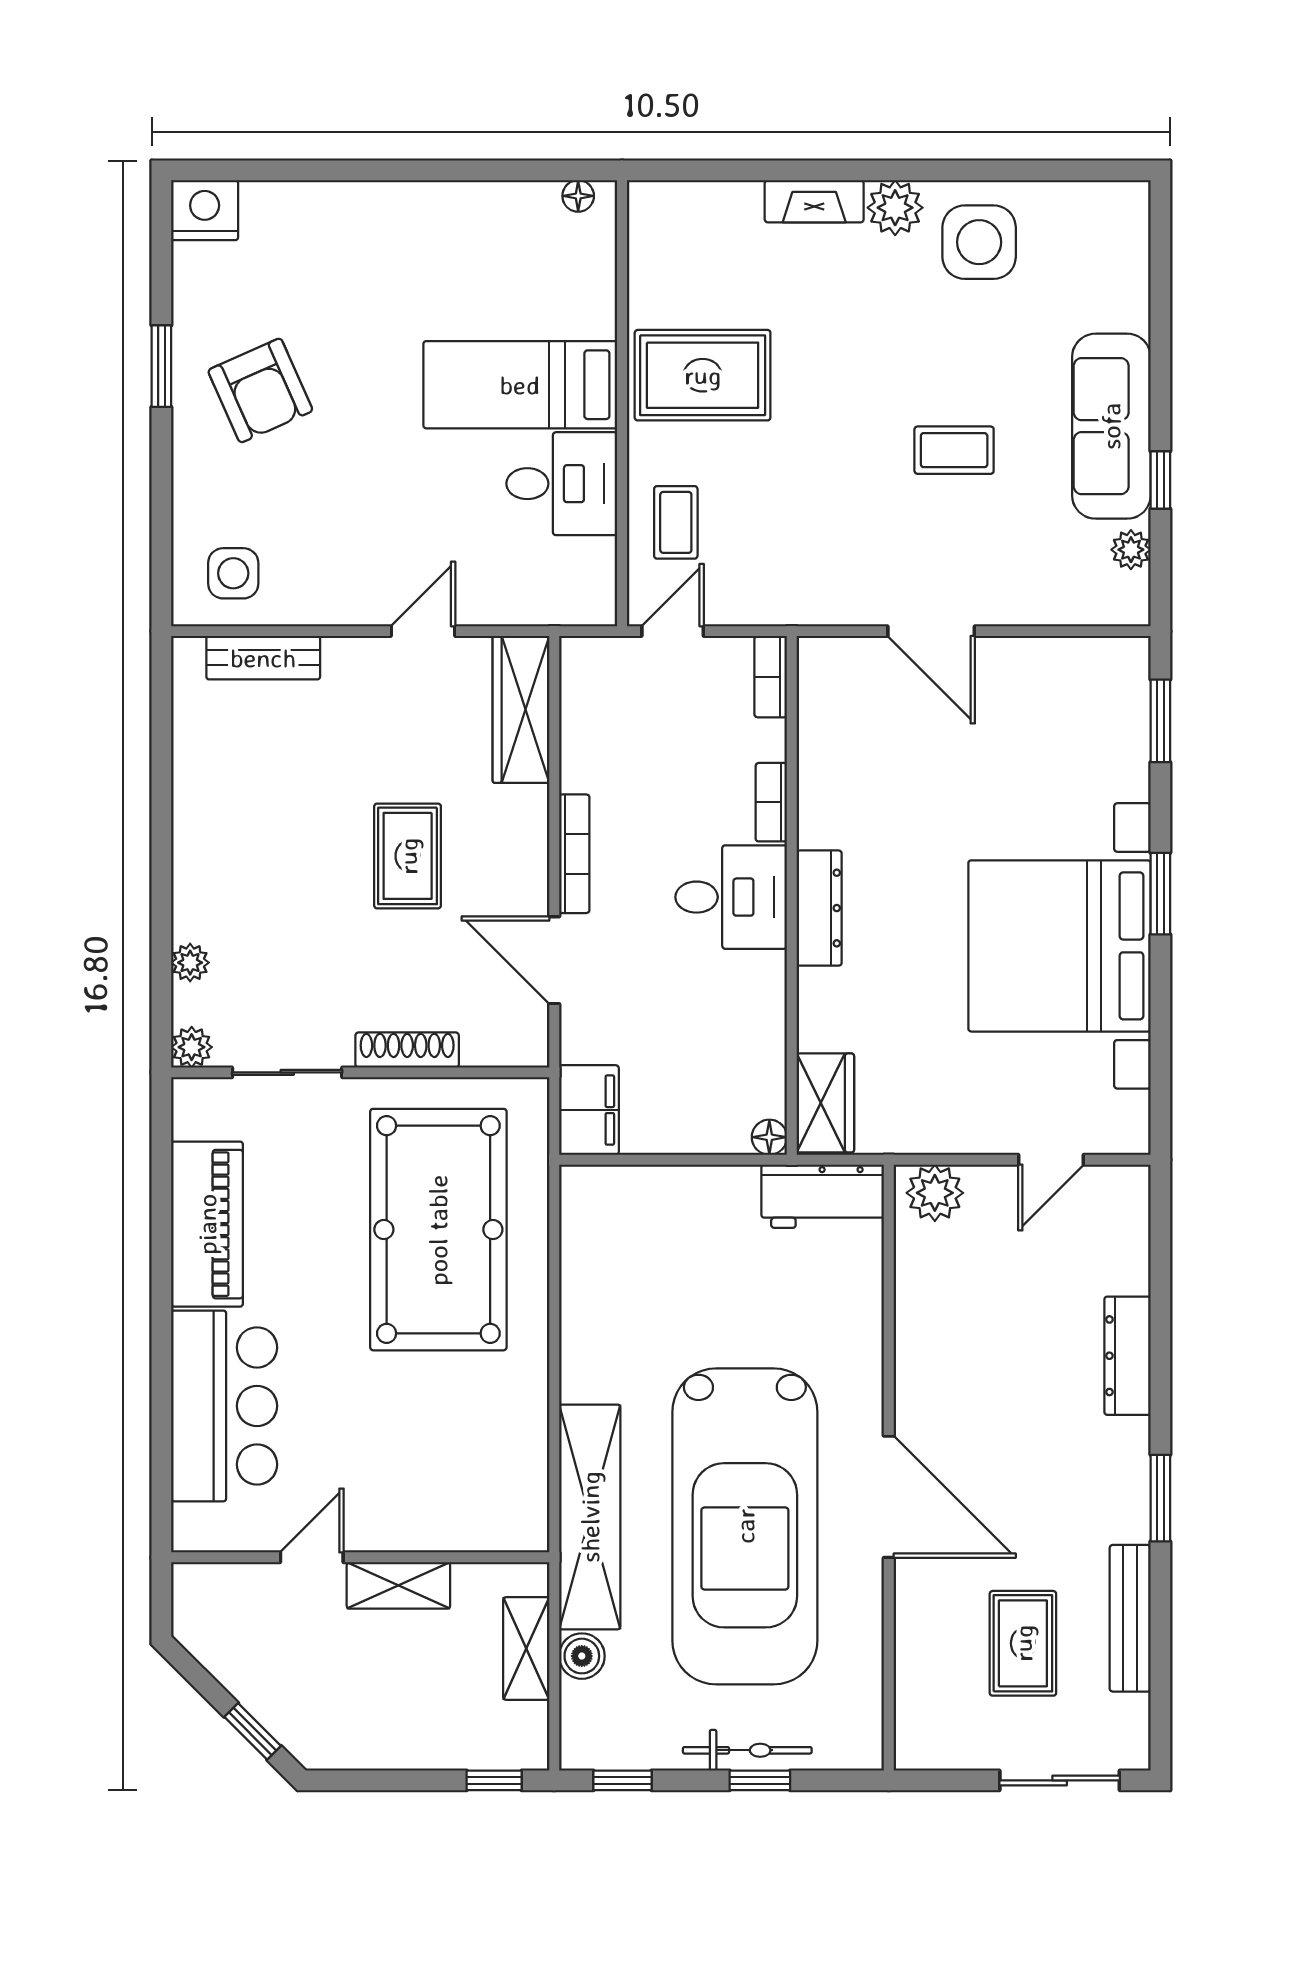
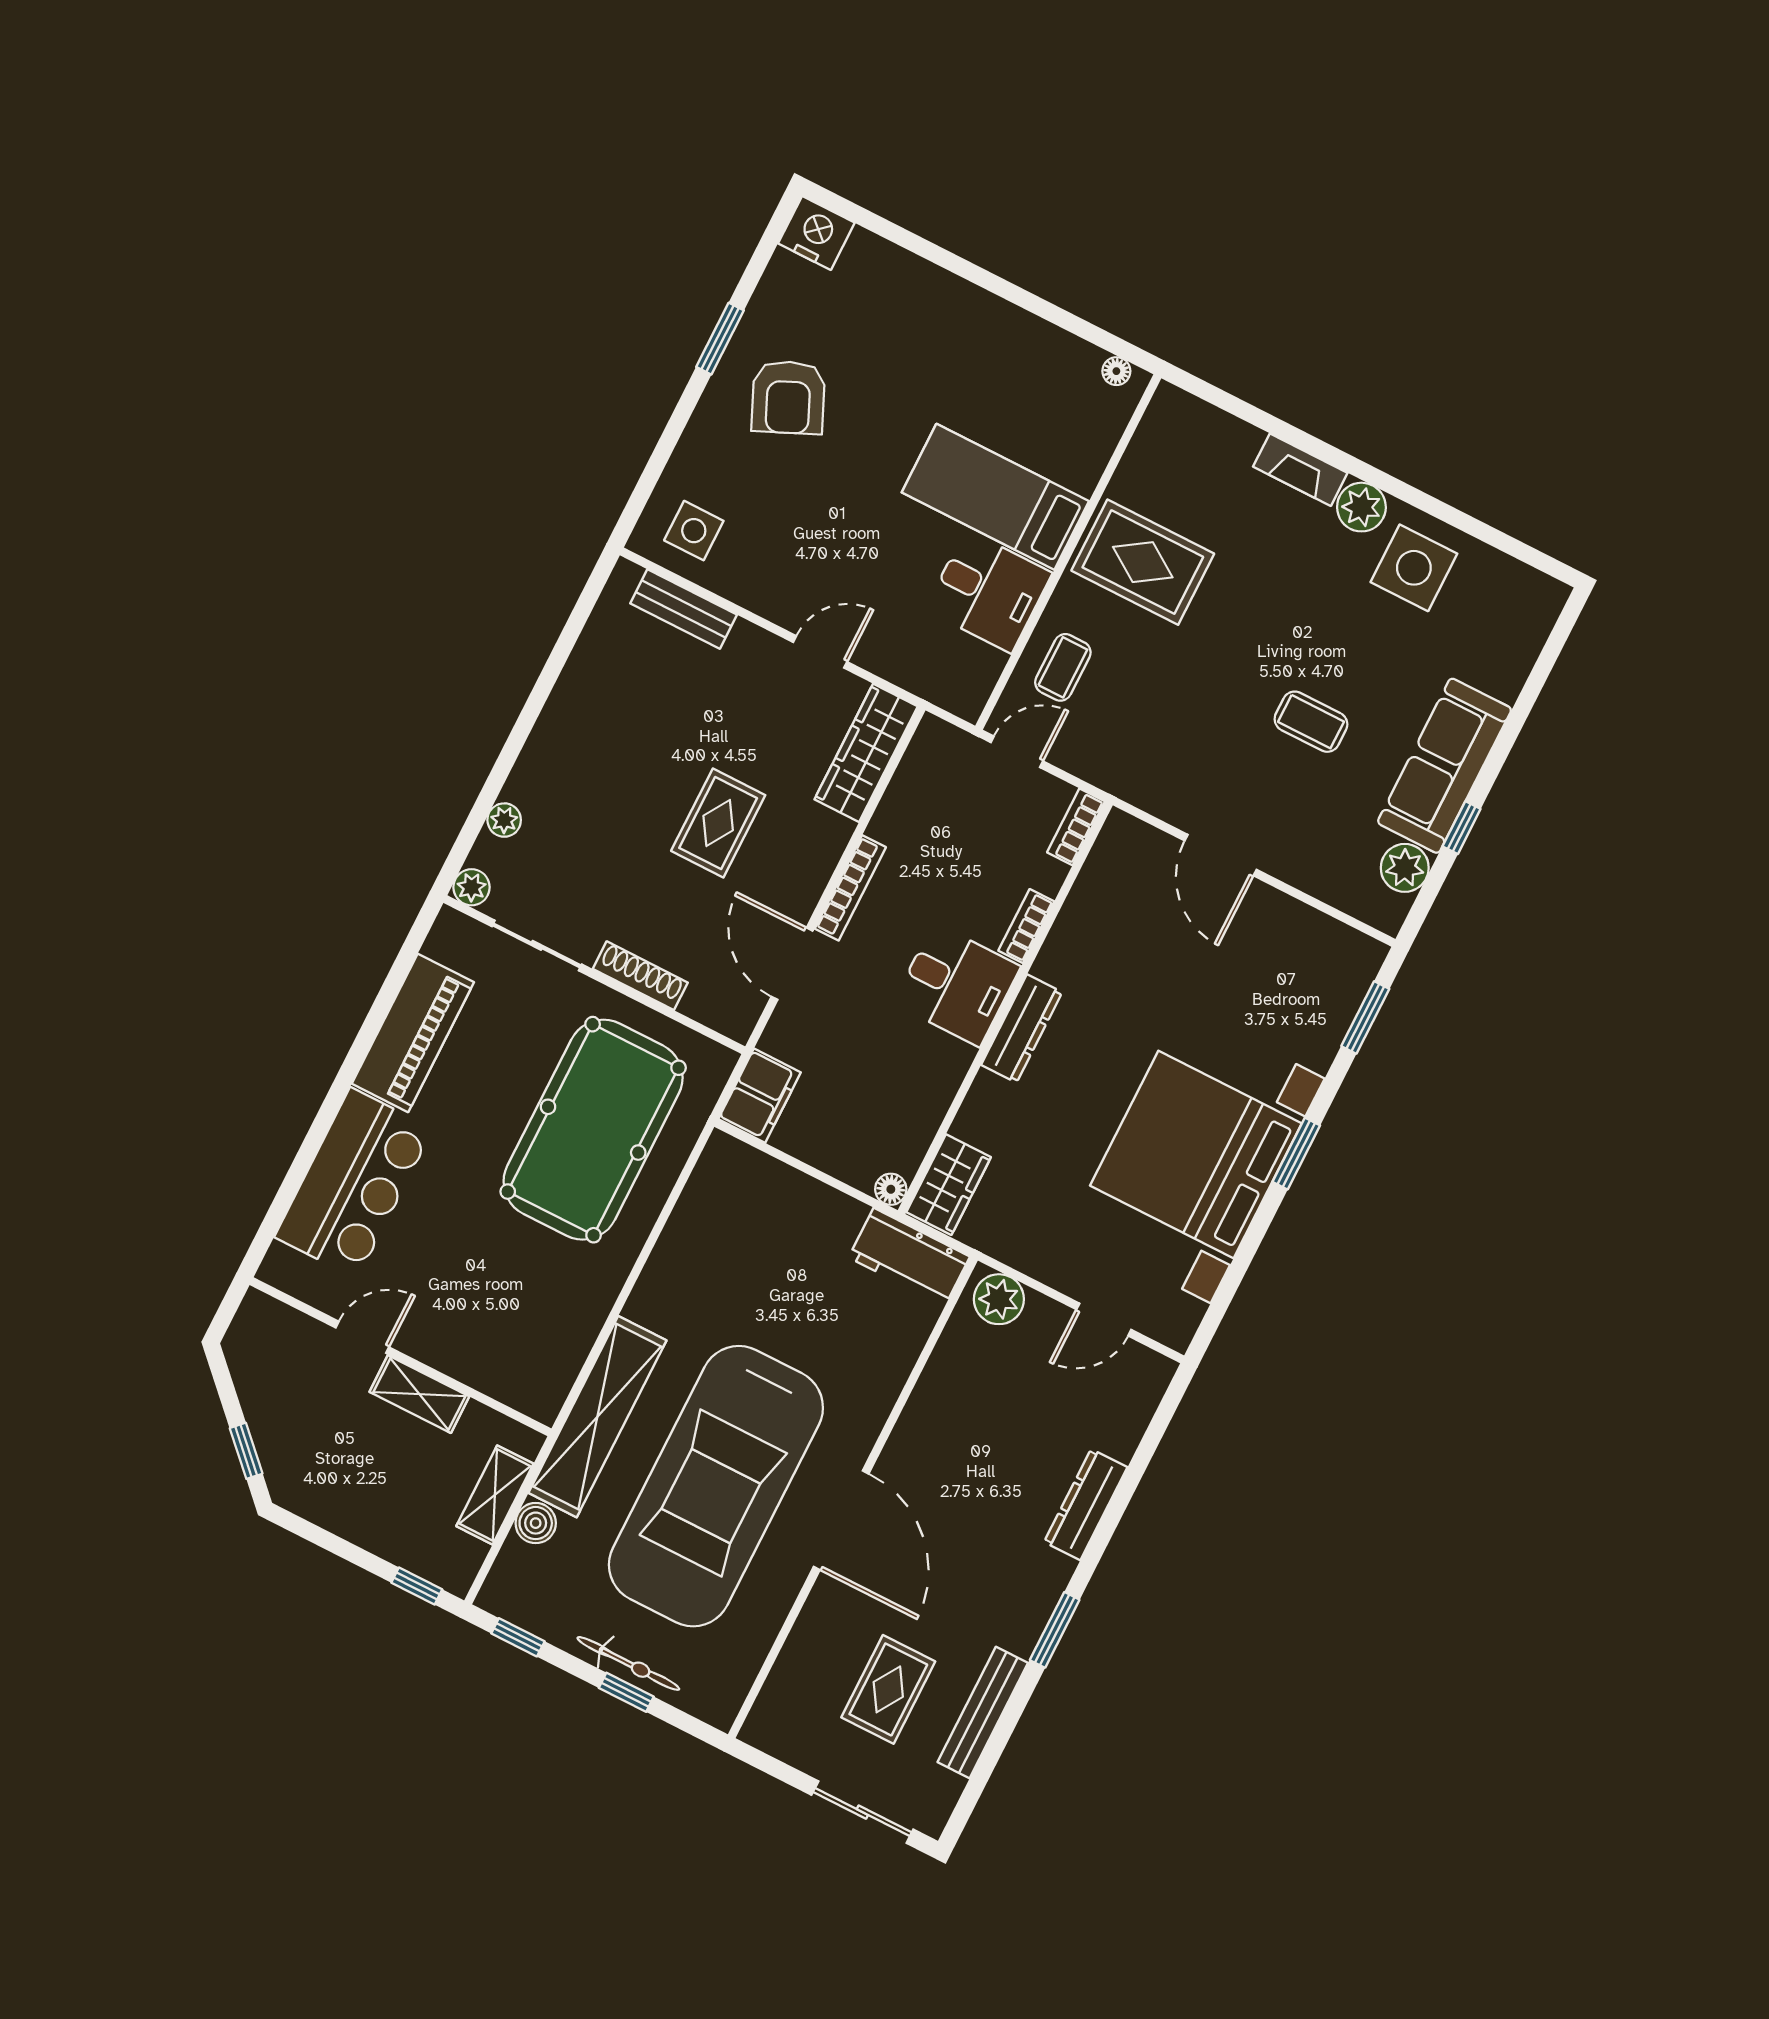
plant: (1131, 550) -> (1405, 868), width x1.38, depth x1.38

